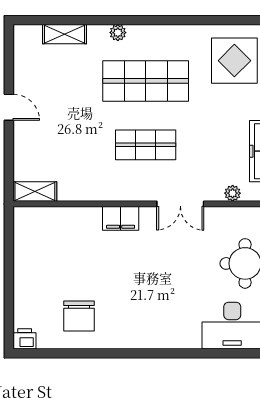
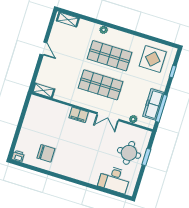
shelving: (64, 34) -> (68, 19), moved
shop shelf: (146, 145) -> (100, 85), width x1.43, depth x1.36
chair: (79, 316) -> (46, 153), turned -90

